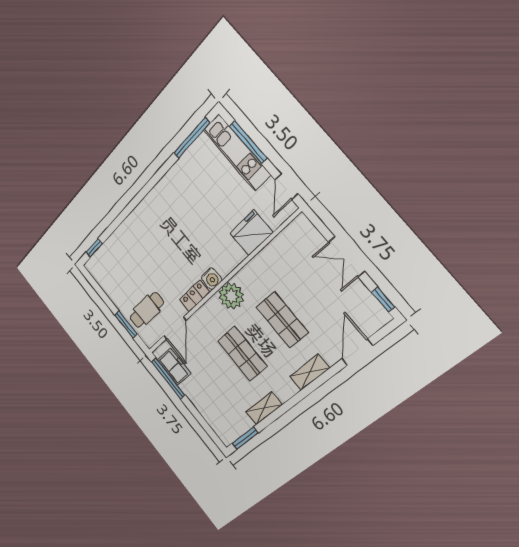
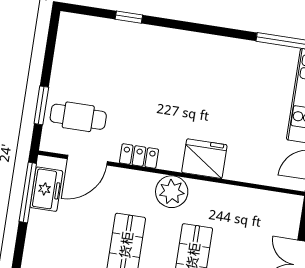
fridge: (251, 233) -> (204, 159), moved
window: (94, 248) -> (129, 17), moved
water cooler: (211, 279) -> (171, 160), removed

